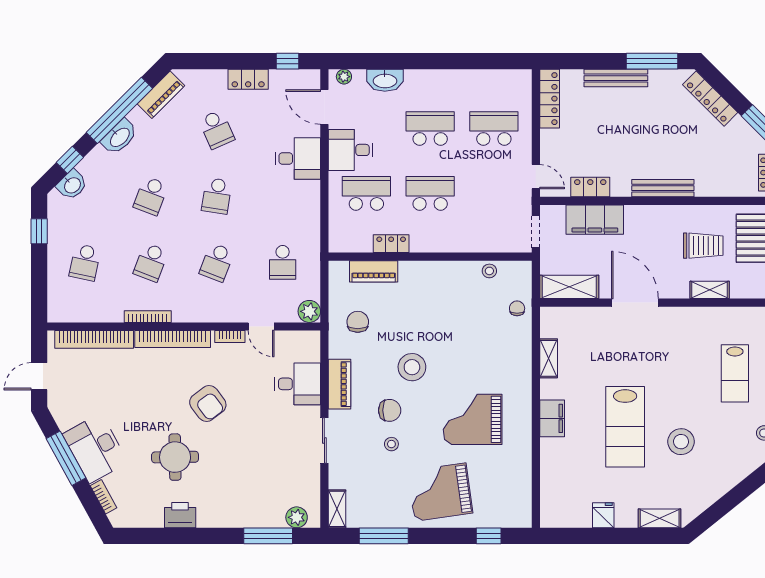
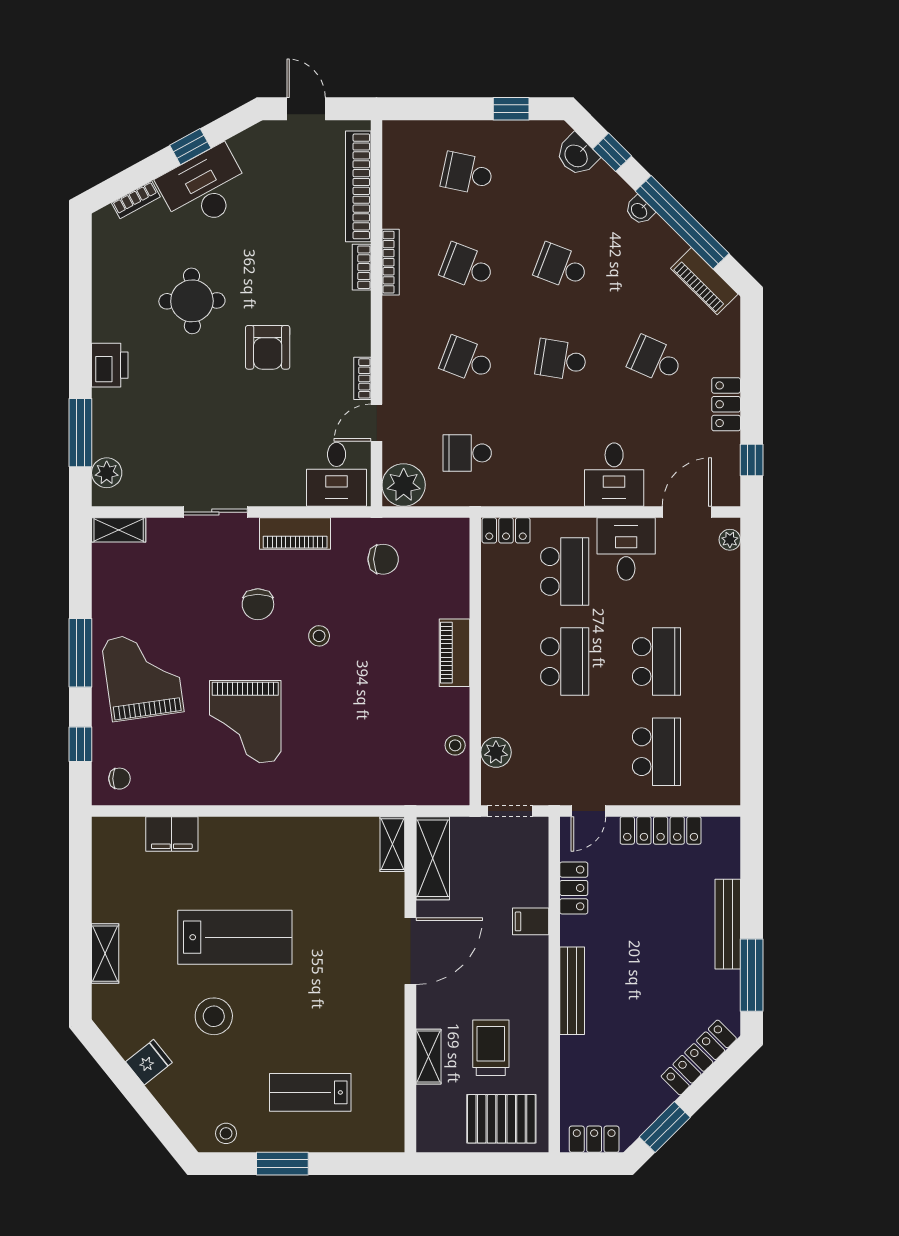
washbasin: (385, 80) -> (725, 598), removed
locker: (550, 99) -> (661, 830), moved
school desk: (217, 129) -> (655, 360), turned 48
washbasin: (119, 137) -> (639, 210), width x0.52, depth x0.69
filing cabinet: (595, 220) -> (531, 921), width x0.33, depth x0.86
plant: (494, 242) -> (496, 752), added
locker: (391, 244) -> (506, 530), moved, turned 90
trolley: (703, 246) -> (491, 1048), turned 180
piano: (374, 271) -> (454, 653), moved
chair: (517, 308) -> (119, 779), moved
plant: (309, 311) -> (404, 485), width x1.36, depth x1.36
bookcase: (173, 339) -> (362, 267), width x0.43, depth x0.76
shelving: (549, 358) -> (392, 844), moved, turned 90
stool: (412, 367) -> (319, 636), width x0.53, depth x0.53
desk: (298, 384) -> (337, 474), moved
armchair: (208, 403) -> (268, 347), turned -53
filing cabinet: (552, 418) -> (172, 834), moved
grand piano: (473, 419) -> (245, 722), turned 180
lab bench: (625, 427) -> (235, 937), turned 180
stool: (391, 444) -> (210, 607), removed
window: (66, 458) -> (190, 147), width x0.46
printer: (180, 515) -> (110, 365), moved
fridge: (603, 515) -> (149, 1062), moved, turned -39
shelving: (660, 518) -> (105, 954), moved
window: (384, 536) -> (80, 653), moved

